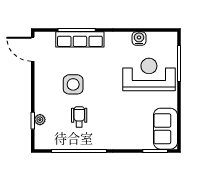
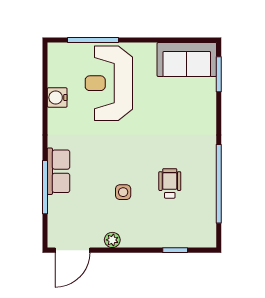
row of seats: (80, 39) -> (59, 171), width x0.68
side table: (73, 84) -> (123, 192), width x0.54, depth x0.54
wheelchair: (79, 117) -> (170, 183), turned 90
plant: (40, 120) -> (112, 240), moved

